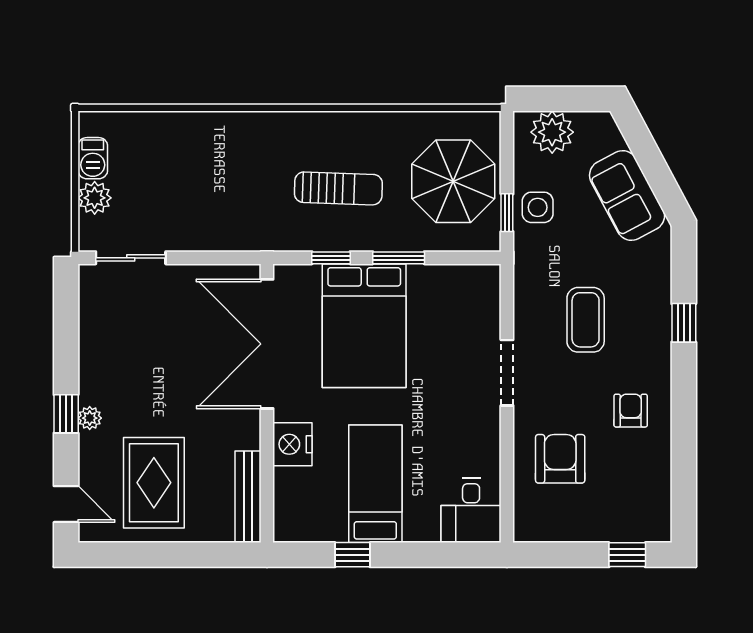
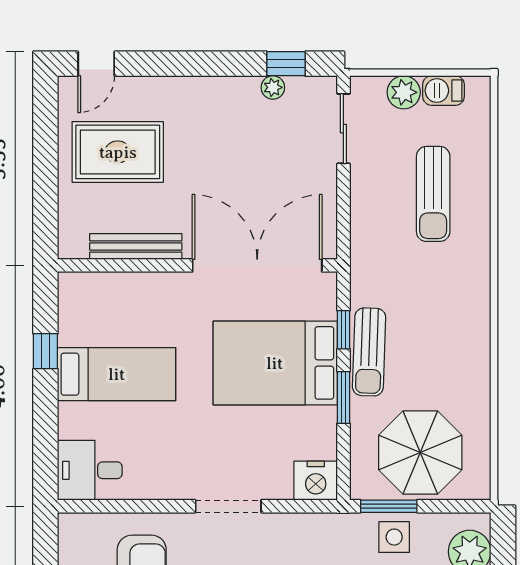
sun lounger: (196, 168) -> (433, 194), added
sun lounger: (338, 188) -> (369, 352), moved
window: (507, 213) -> (389, 506), width x1.50
window: (66, 414) -> (286, 64), moved
plant: (90, 418) -> (273, 87), moved
nightstand: (292, 444) -> (316, 481), moved, turned 180
bench: (248, 497) -> (136, 246), moved

